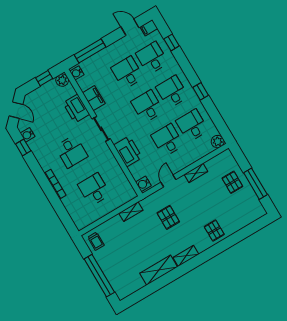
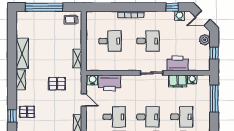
water cooler: (77, 73) -> (192, 79), moved
plant: (62, 80) -> (205, 40), moved
printer: (128, 151) -> (109, 83), moved
desk: (71, 152) -> (148, 41), turned 180
window: (227, 243) -> (12, 116), added

